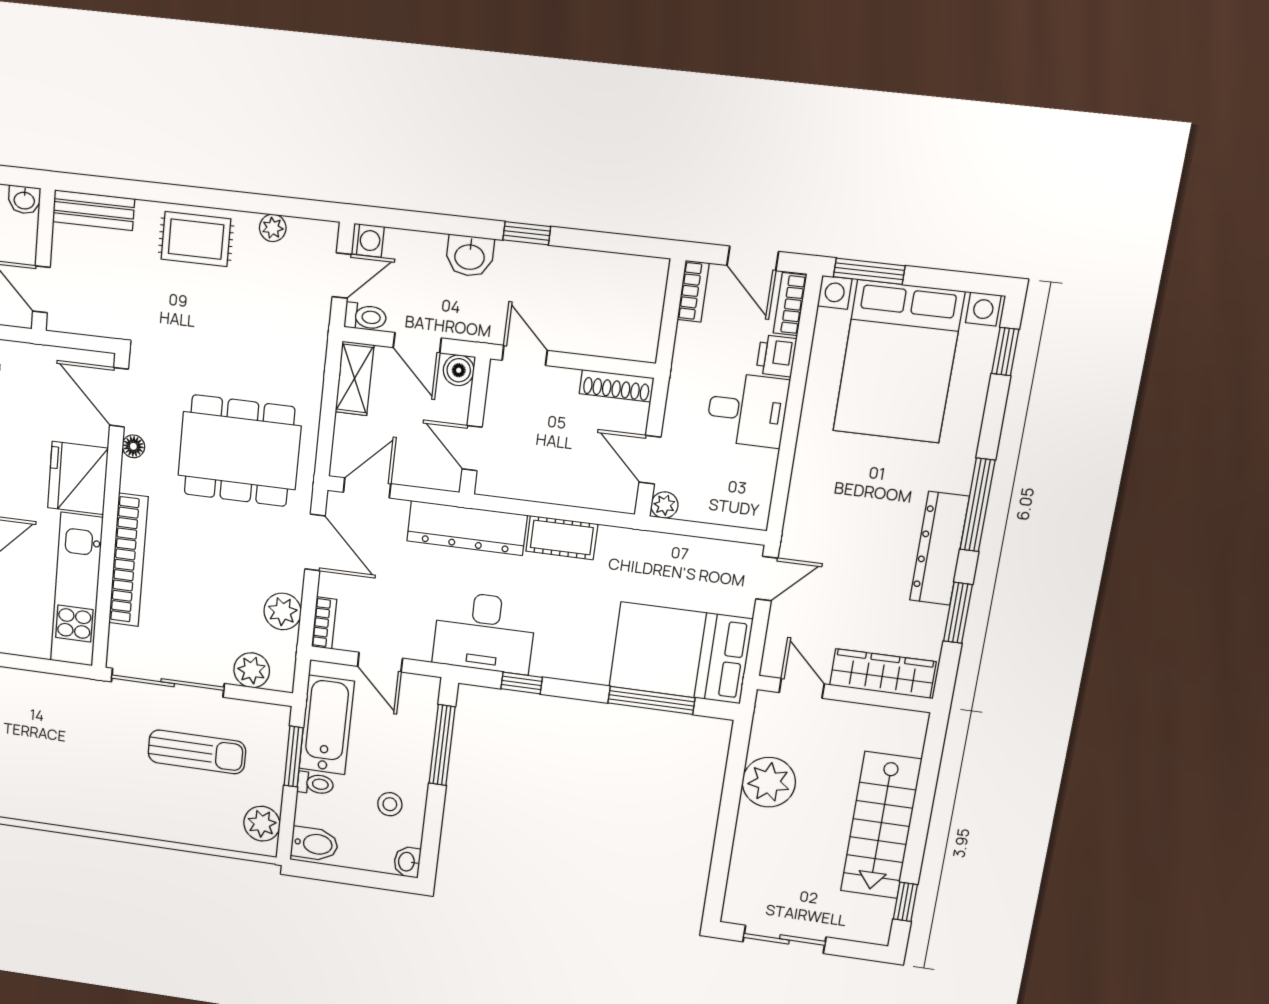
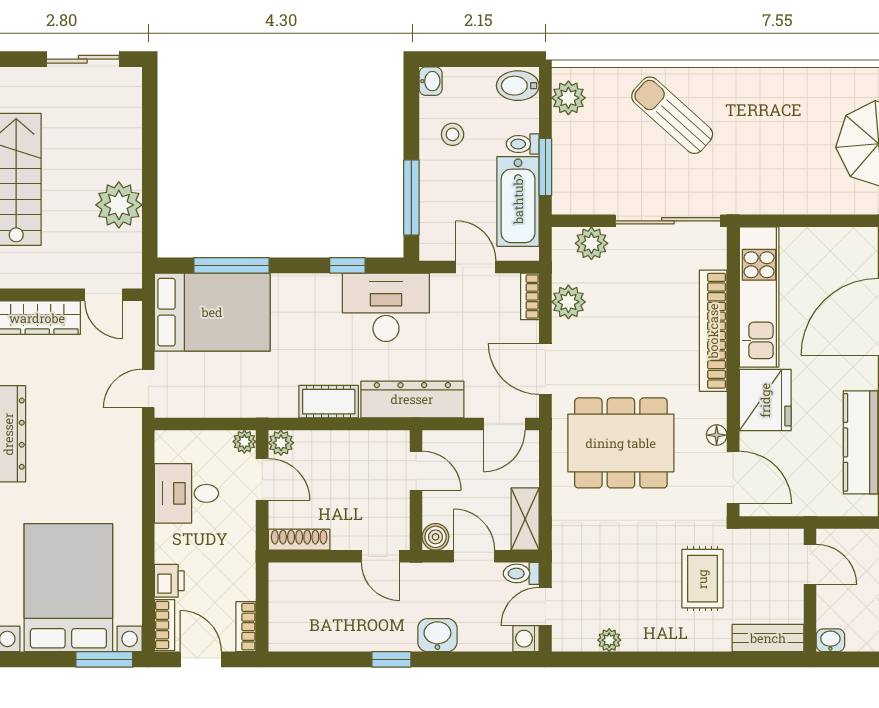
rug: (196, 239) -> (702, 579), moved, turned 90
desk: (747, 410) -> (186, 493), moved
plant: (622, 498) -> (281, 443), added
sun lounger: (197, 752) -> (672, 115), moved, turned 42

